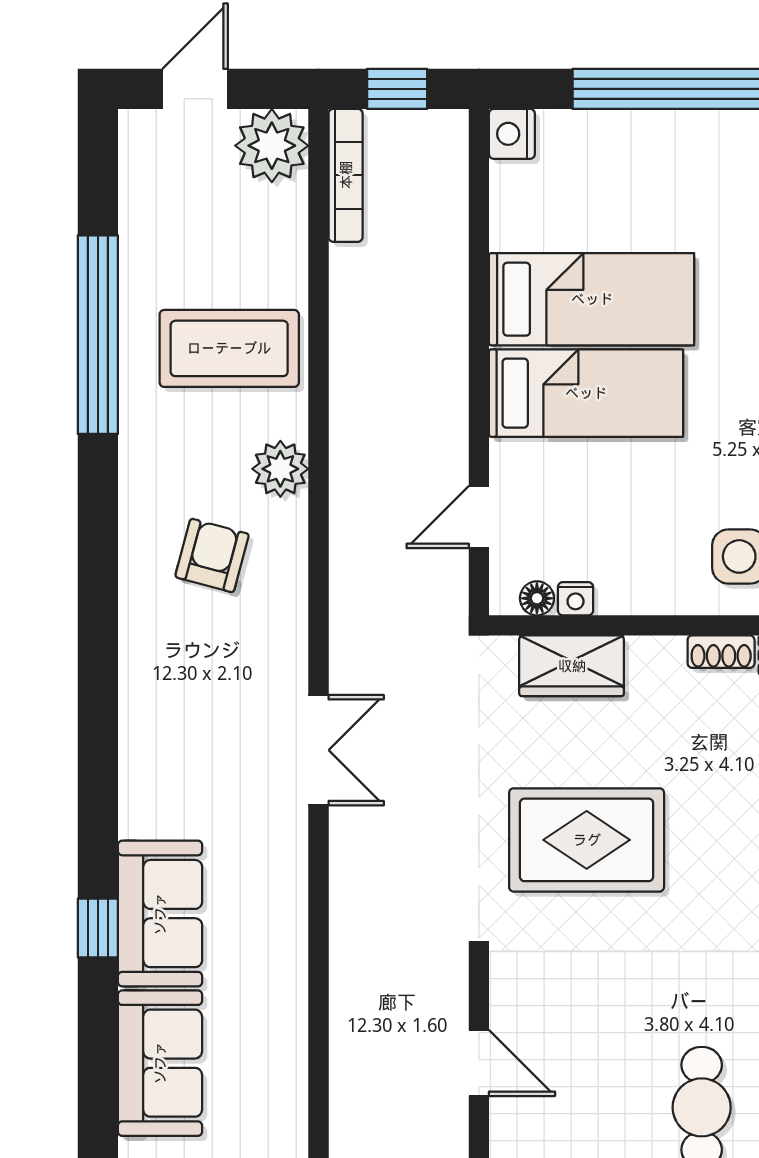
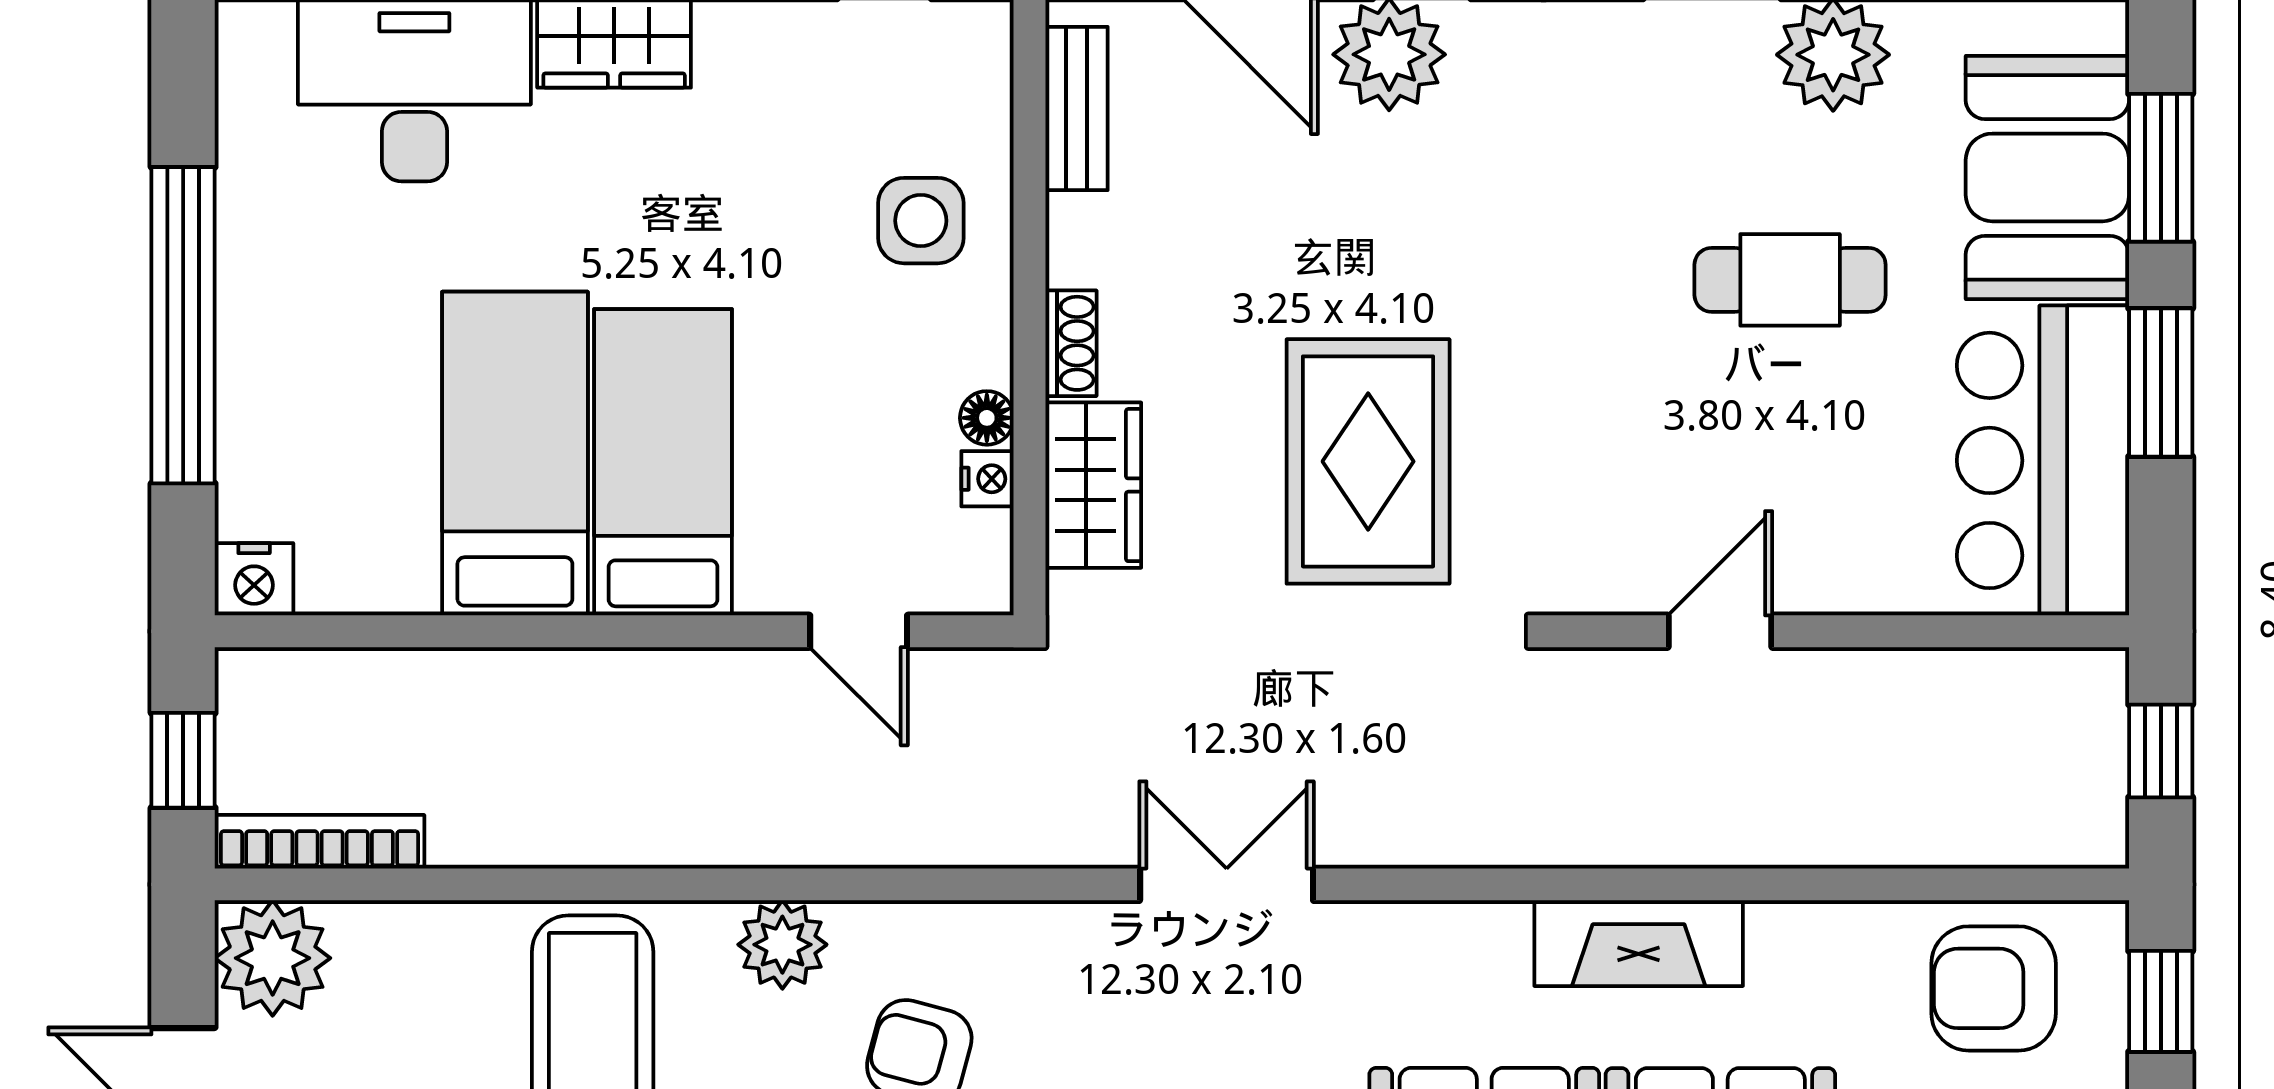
floor lamp: (537, 598) -> (987, 418), moved
shoe rack: (721, 652) -> (1071, 343), moved
fireplace: (281, 1011) -> (1639, 943), added

